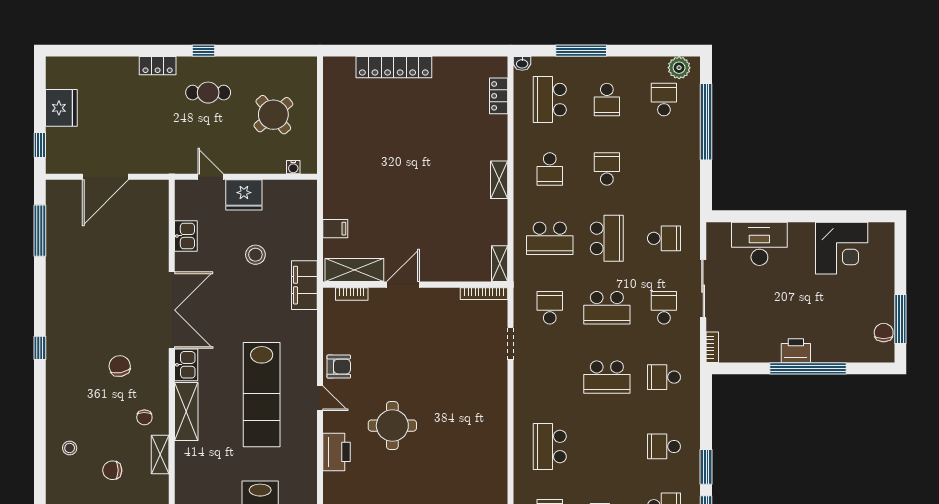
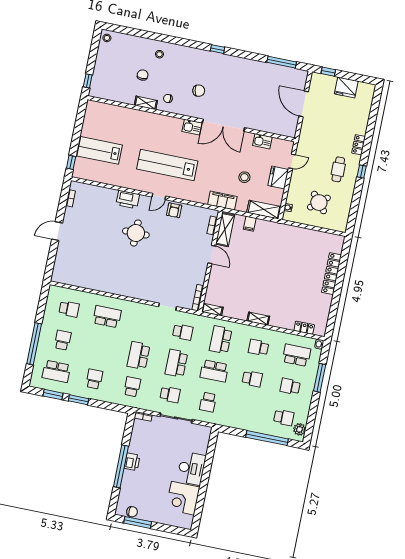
desk: (759, 244) -> (191, 468), moved
shelving: (186, 411) -> (264, 210), moved

